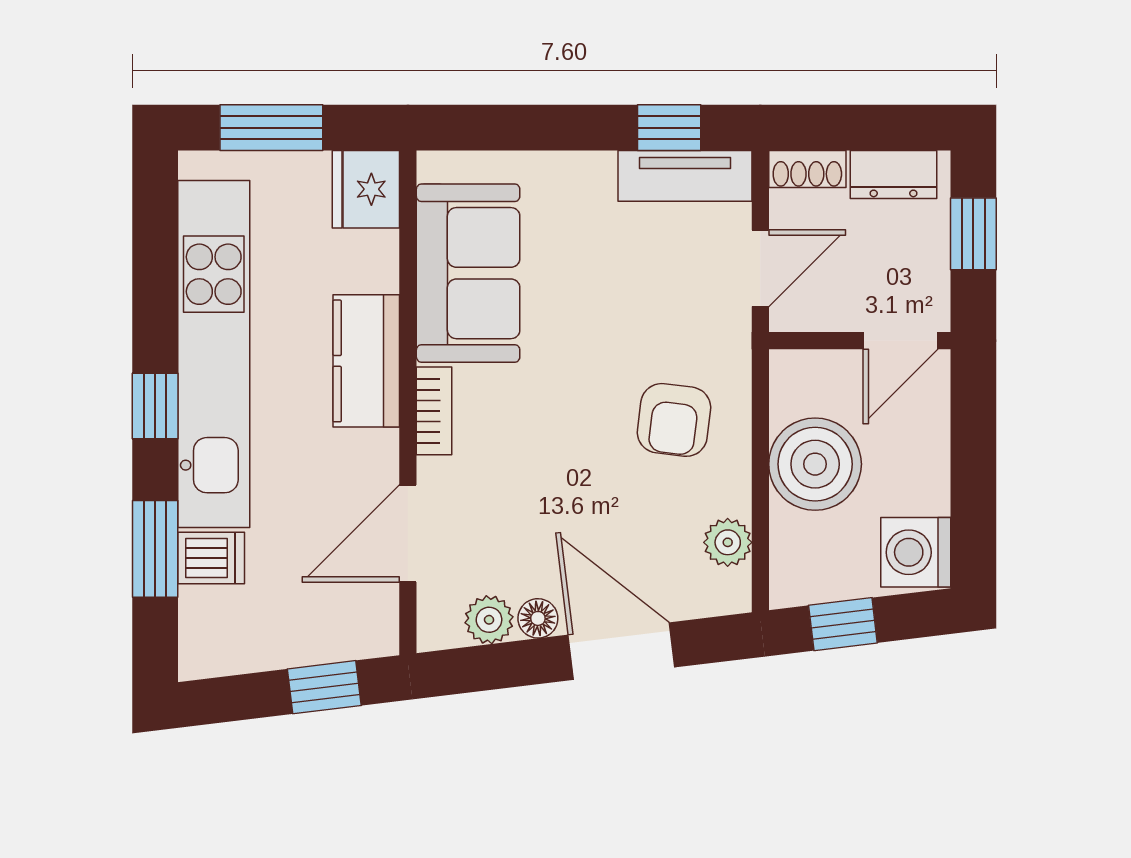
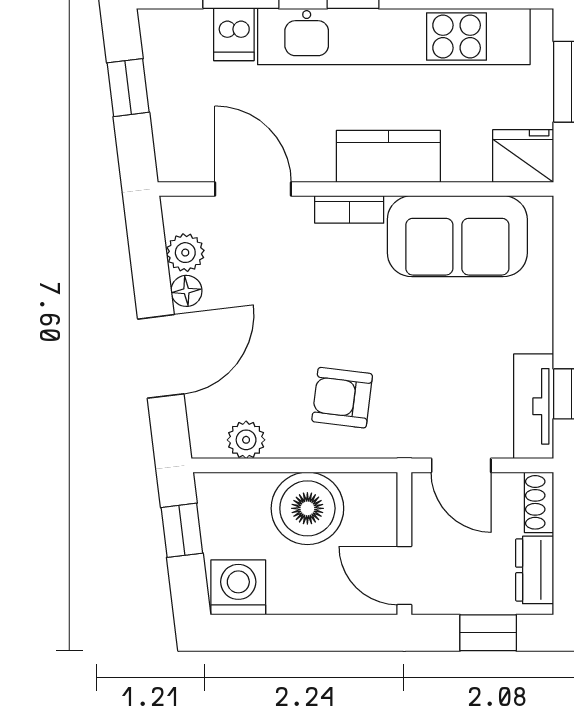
window: (324, 687) -> (128, 88), moved

